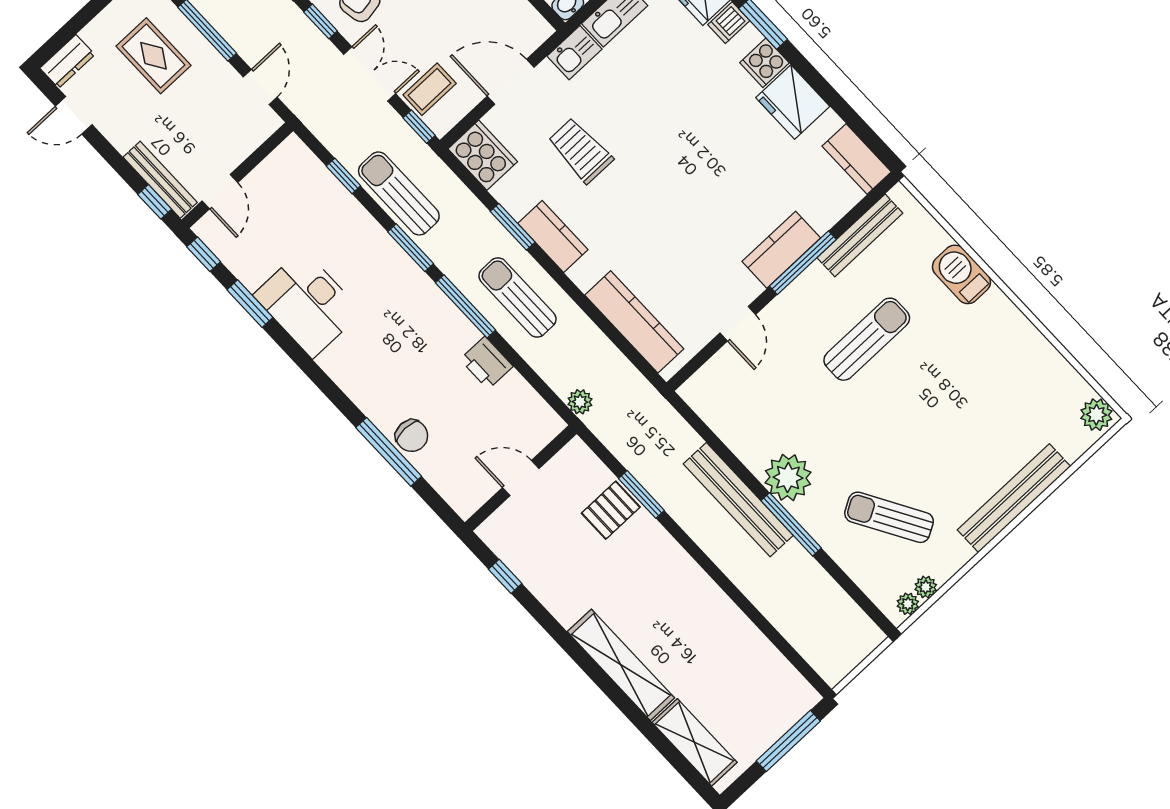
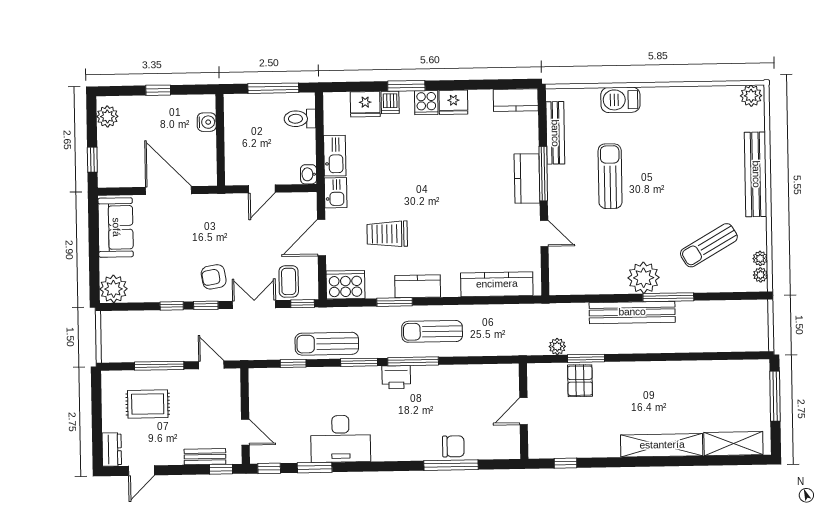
fridge: (793, 102) -> (453, 102), width x0.73, depth x0.75
bench: (160, 180) -> (205, 457), width x0.73
printer: (487, 363) -> (396, 377), moved
plant: (580, 402) -> (557, 346), moved

